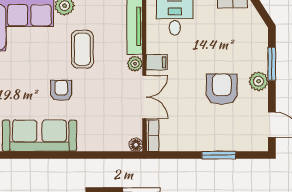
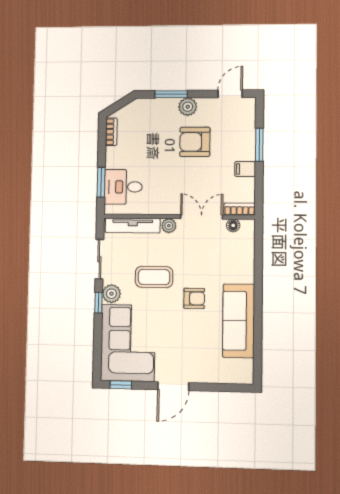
filing cabinet: (157, 62) -> (245, 169), moved, turned -90
armchair: (61, 91) -> (194, 298), turned 180
floor lamp: (136, 145) -> (233, 225), moved

